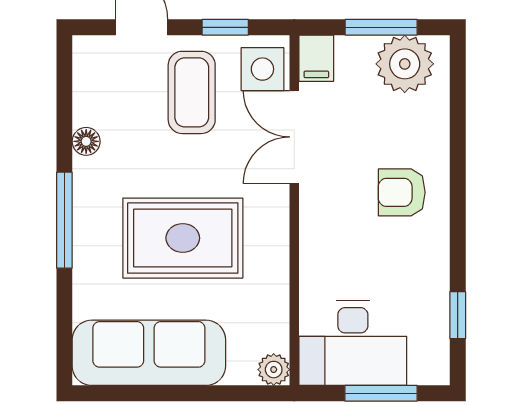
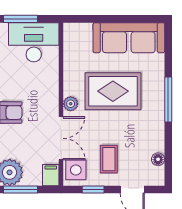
coffee table: (192, 92) -> (109, 159), width x0.73, depth x0.77
floor lamp: (86, 141) -> (158, 159), moved
plant: (274, 370) -> (71, 104), moved

